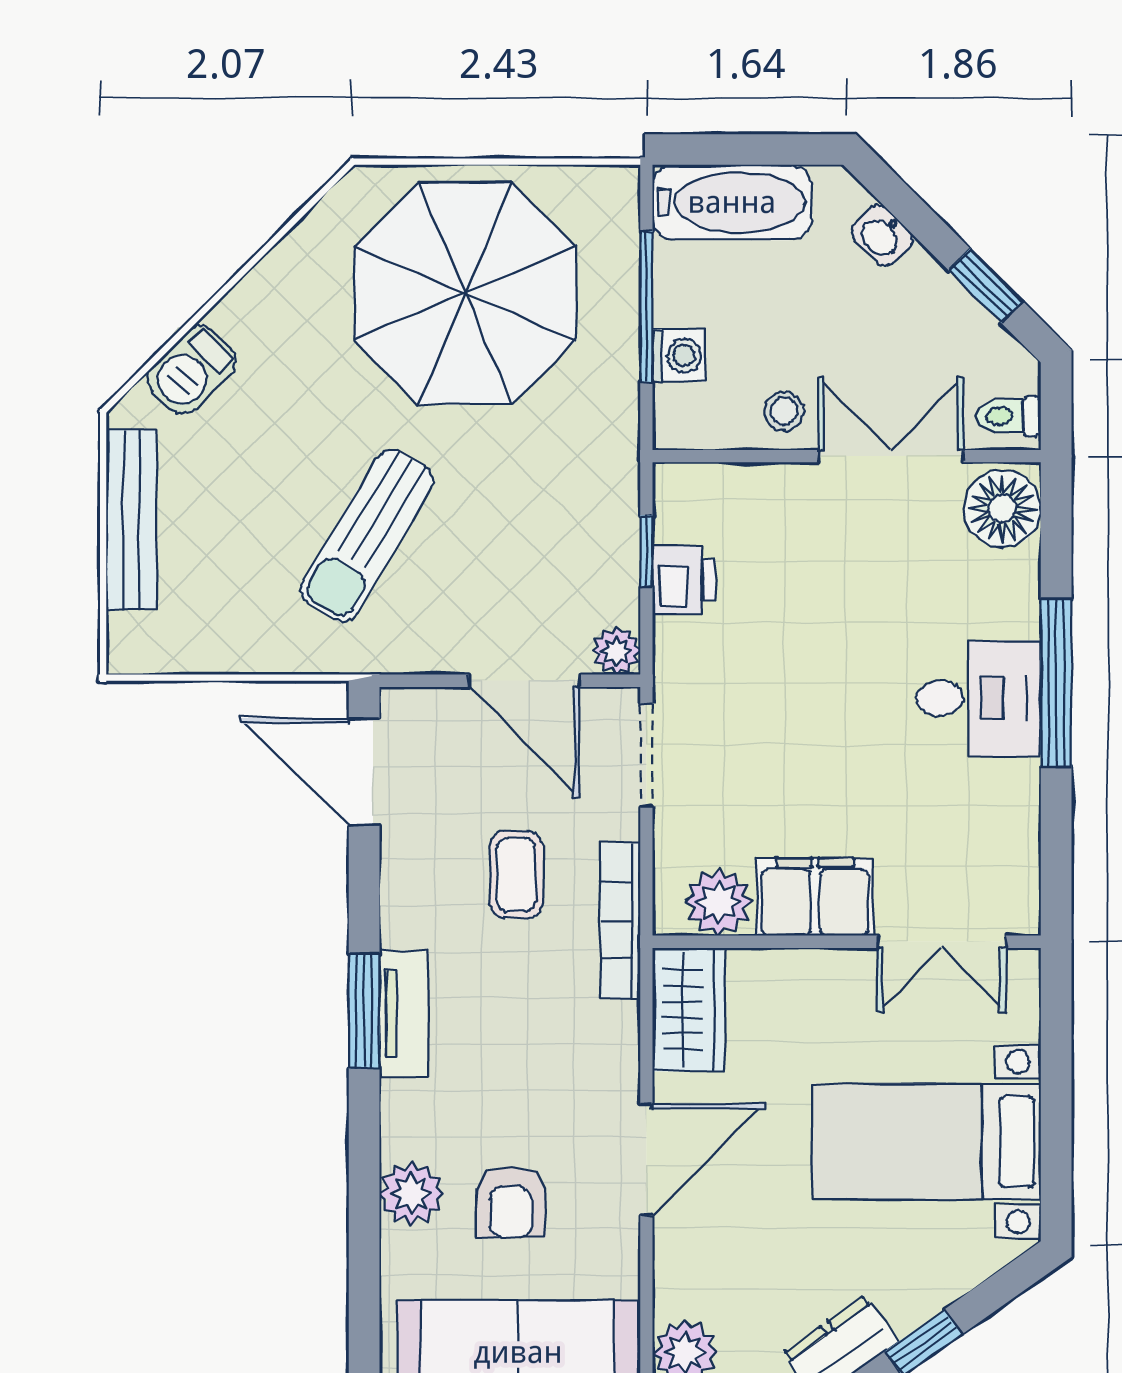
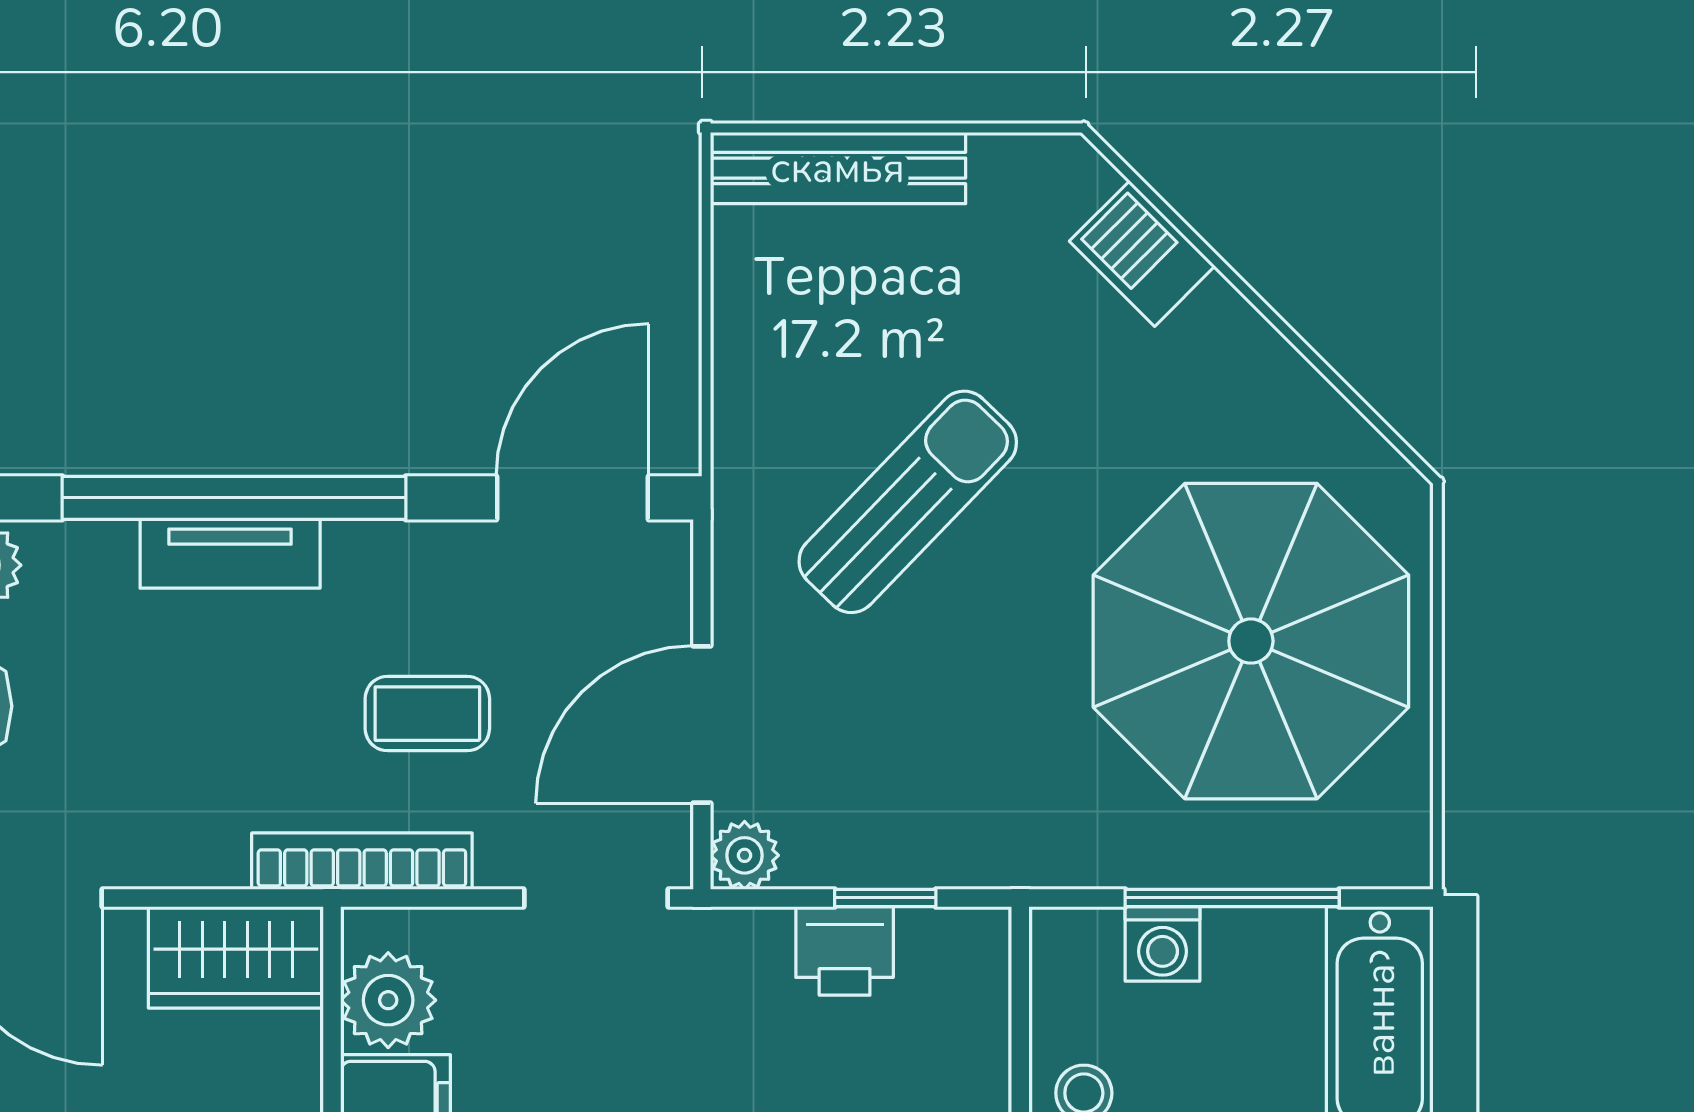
bench: (131, 520) -> (838, 168), moved
sun lounger: (367, 535) -> (908, 502), turned 103
window: (364, 1011) -> (234, 498), width x2.11

